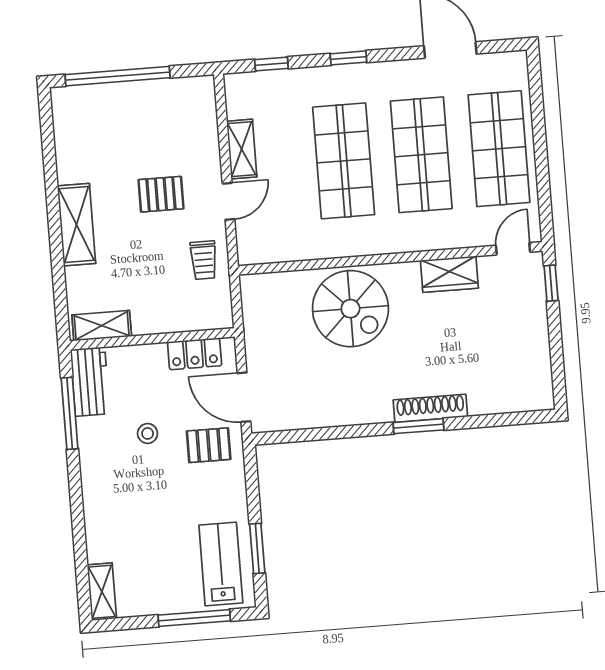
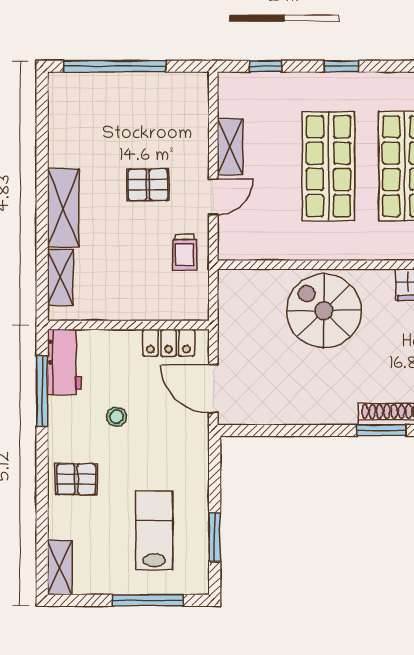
spiral stairs: (350, 309) -> (324, 311), turned 180
shelving: (102, 326) -> (60, 277), moved, turned 90
pallet: (209, 445) -> (76, 479), moved
lab bench: (221, 564) -> (154, 530), moved

